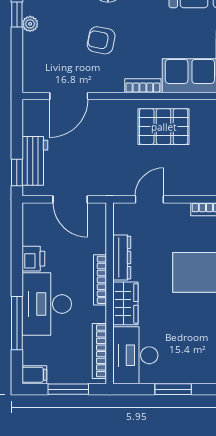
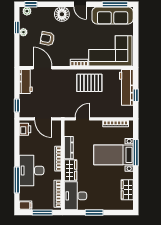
armchair: (101, 40) -> (47, 39), moved
door: (69, 96) -> (43, 68), swing flipped
workbench: (35, 161) -> (26, 81), moved
printer: (33, 259) -> (25, 129), moved

